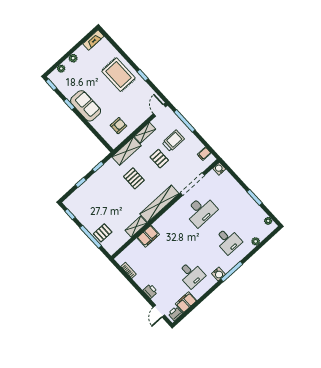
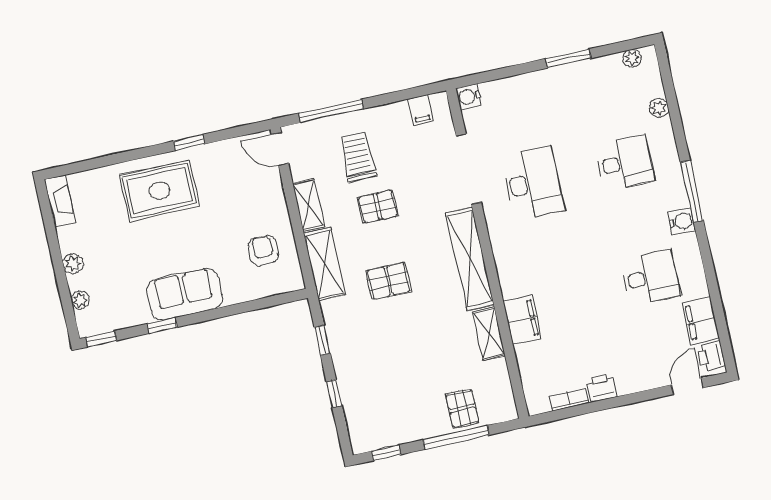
printer: (150, 291) -> (601, 388), moved
door: (159, 311) -> (687, 386), swing flipped

